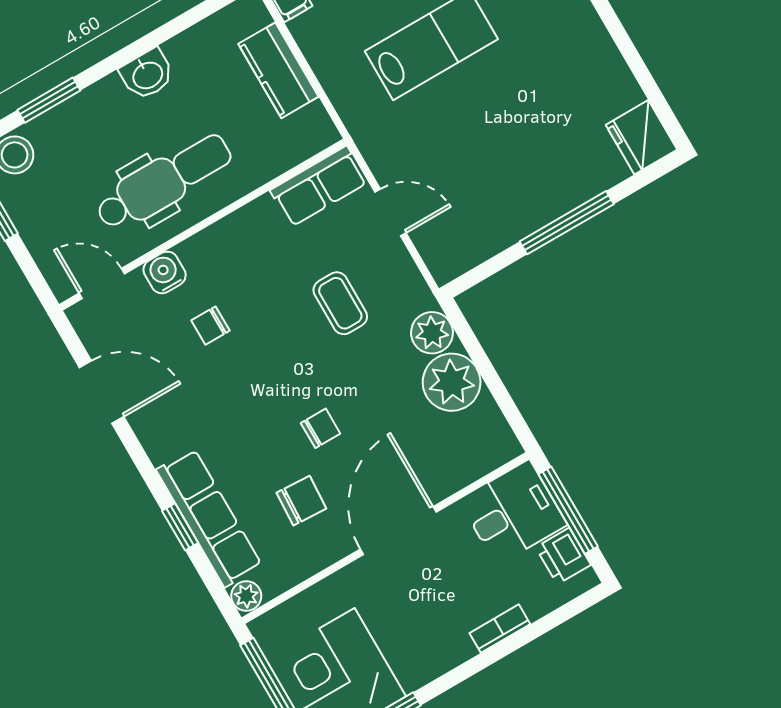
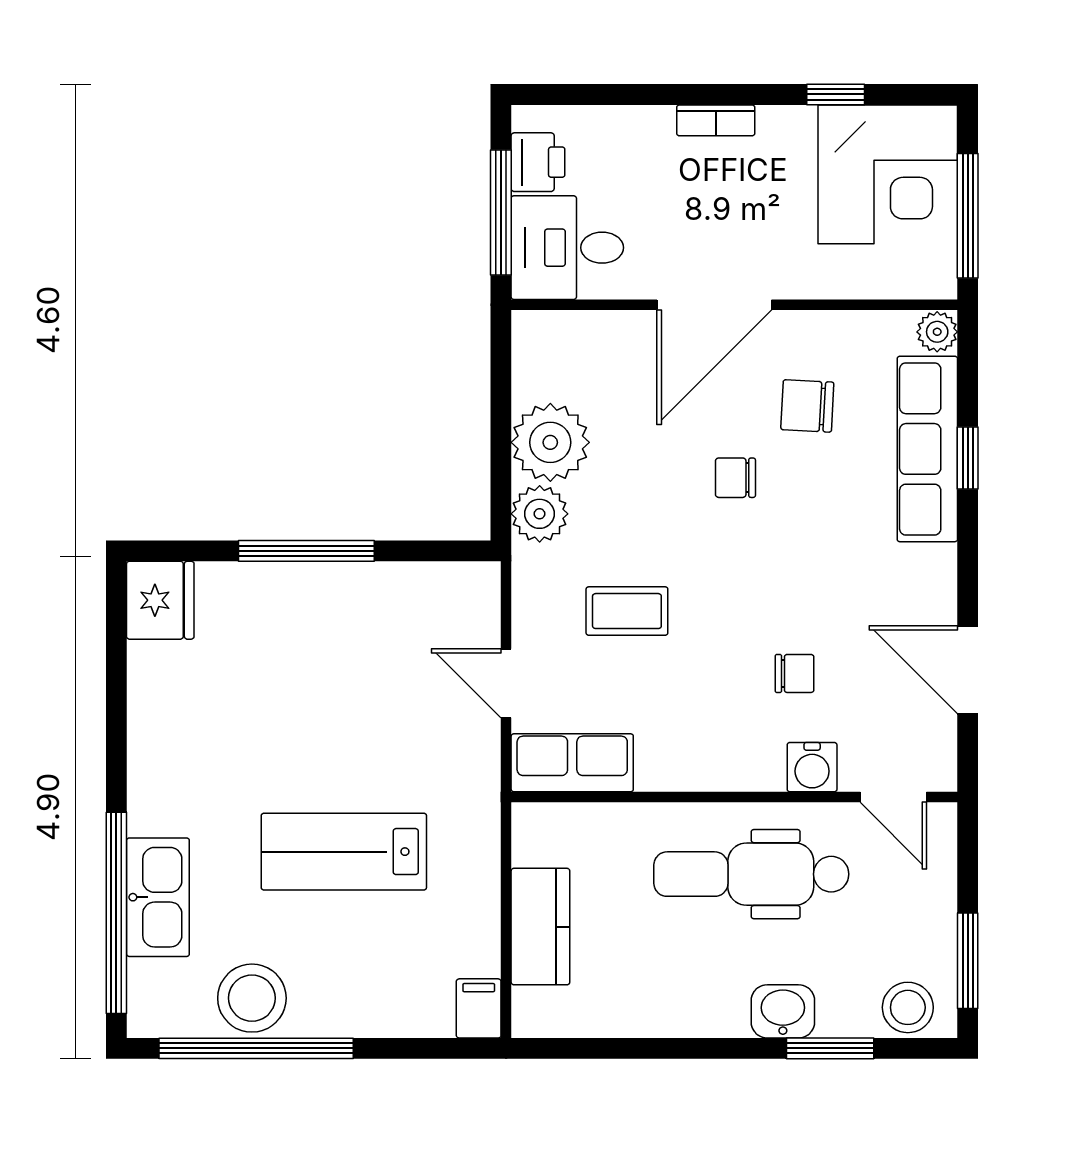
washbasin: (147, 74) -> (783, 1011), moved
coffee table: (340, 303) -> (627, 611), turned 90
bookcase: (500, 629) -> (716, 120), moved

